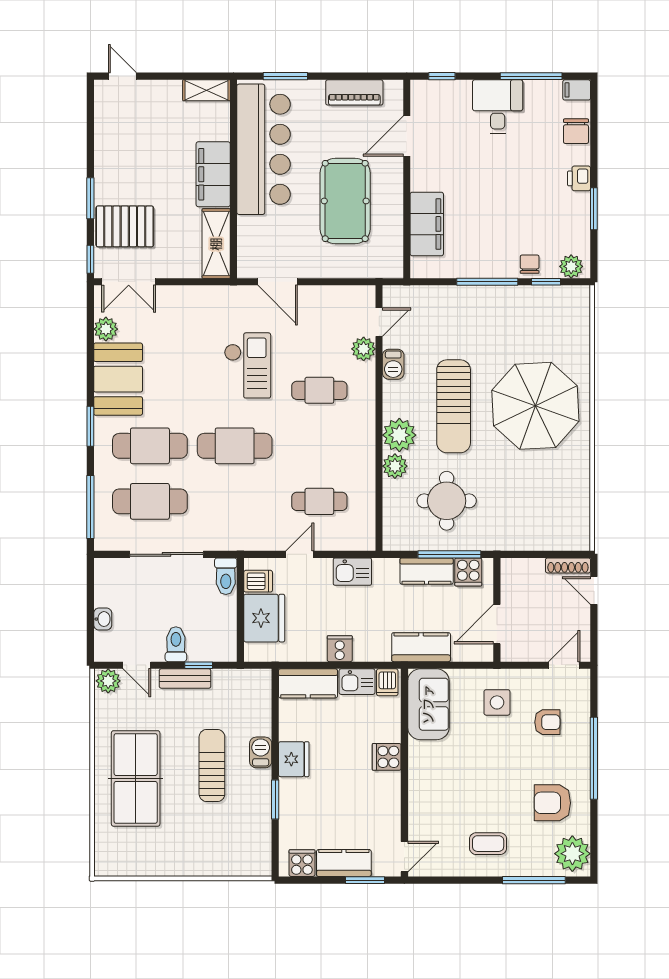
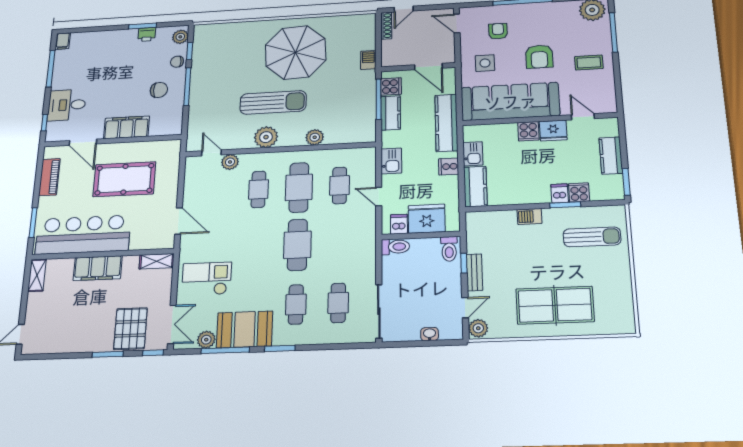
desk: (498, 107) -> (67, 105), moved
chair: (576, 131) -> (159, 90), moved
printer: (579, 178) -> (147, 34), moved
filing cabinet: (427, 224) -> (126, 127), moved
shelving: (216, 244) -> (157, 261), width x0.67, depth x0.75
door: (278, 282) -> (179, 221), hinge flipped
barbecue: (393, 364) -> (368, 60), moved, turned -90
checkout: (247, 365) -> (207, 279), moved
parasol: (535, 406) -> (296, 52), moved
plant: (399, 435) -> (266, 137), moved
cafe table: (150, 446) -> (296, 304), width x0.73, depth x0.74
cafe table: (319, 446) -> (299, 187), added
cafe table: (150, 501) -> (338, 303), width x0.73, depth x0.74
round table: (447, 501) -> (340, 103), removed
window: (90, 507) -> (225, 350), moved
sliding door: (166, 554) -> (379, 311), moved
toilet: (176, 644) -> (449, 249), moved, turned -90
kitchen counter: (421, 647) -> (446, 123), width x1.50
dishwasher: (387, 682) -> (560, 193), moved, turned -90
sofa: (428, 704) -> (510, 101), width x1.85, depth x1.27
fridge: (294, 759) -> (553, 131), moved, turned 180
sun lounger: (212, 766) -> (592, 237), moved, turned 180
armchair: (552, 803) -> (539, 57), moved
coffee table: (488, 844) -> (589, 63), turned 90
door: (404, 857) -> (583, 117), moved
cooker: (302, 863) -> (579, 192), moved, turned 90
window: (365, 880) -> (626, 182), moved

